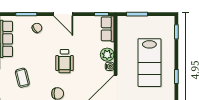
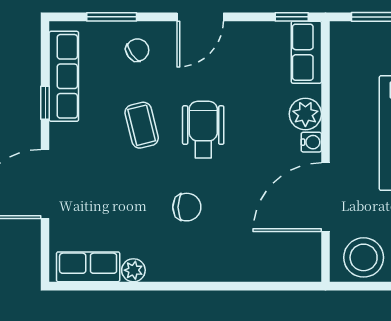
door: (63, 14) -> (200, 17), hinge flipped
wheelchair: (64, 61) -> (203, 130), turned 180
coffee table: (22, 78) -> (142, 125), moved

